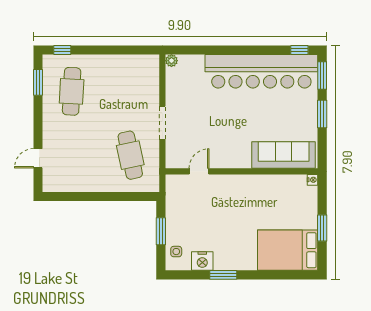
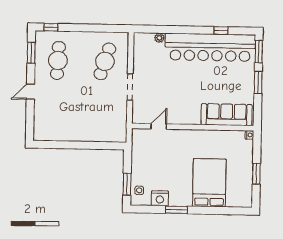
window: (299, 50) -> (221, 30), moved
plant: (171, 61) -> (159, 38), moved
cafe table: (130, 155) -> (105, 61), moved, turned 30
door: (38, 158) -> (30, 92), moved
window: (161, 231) -> (127, 184), moved
bed: (288, 250) -> (209, 183), moved, turned 90

